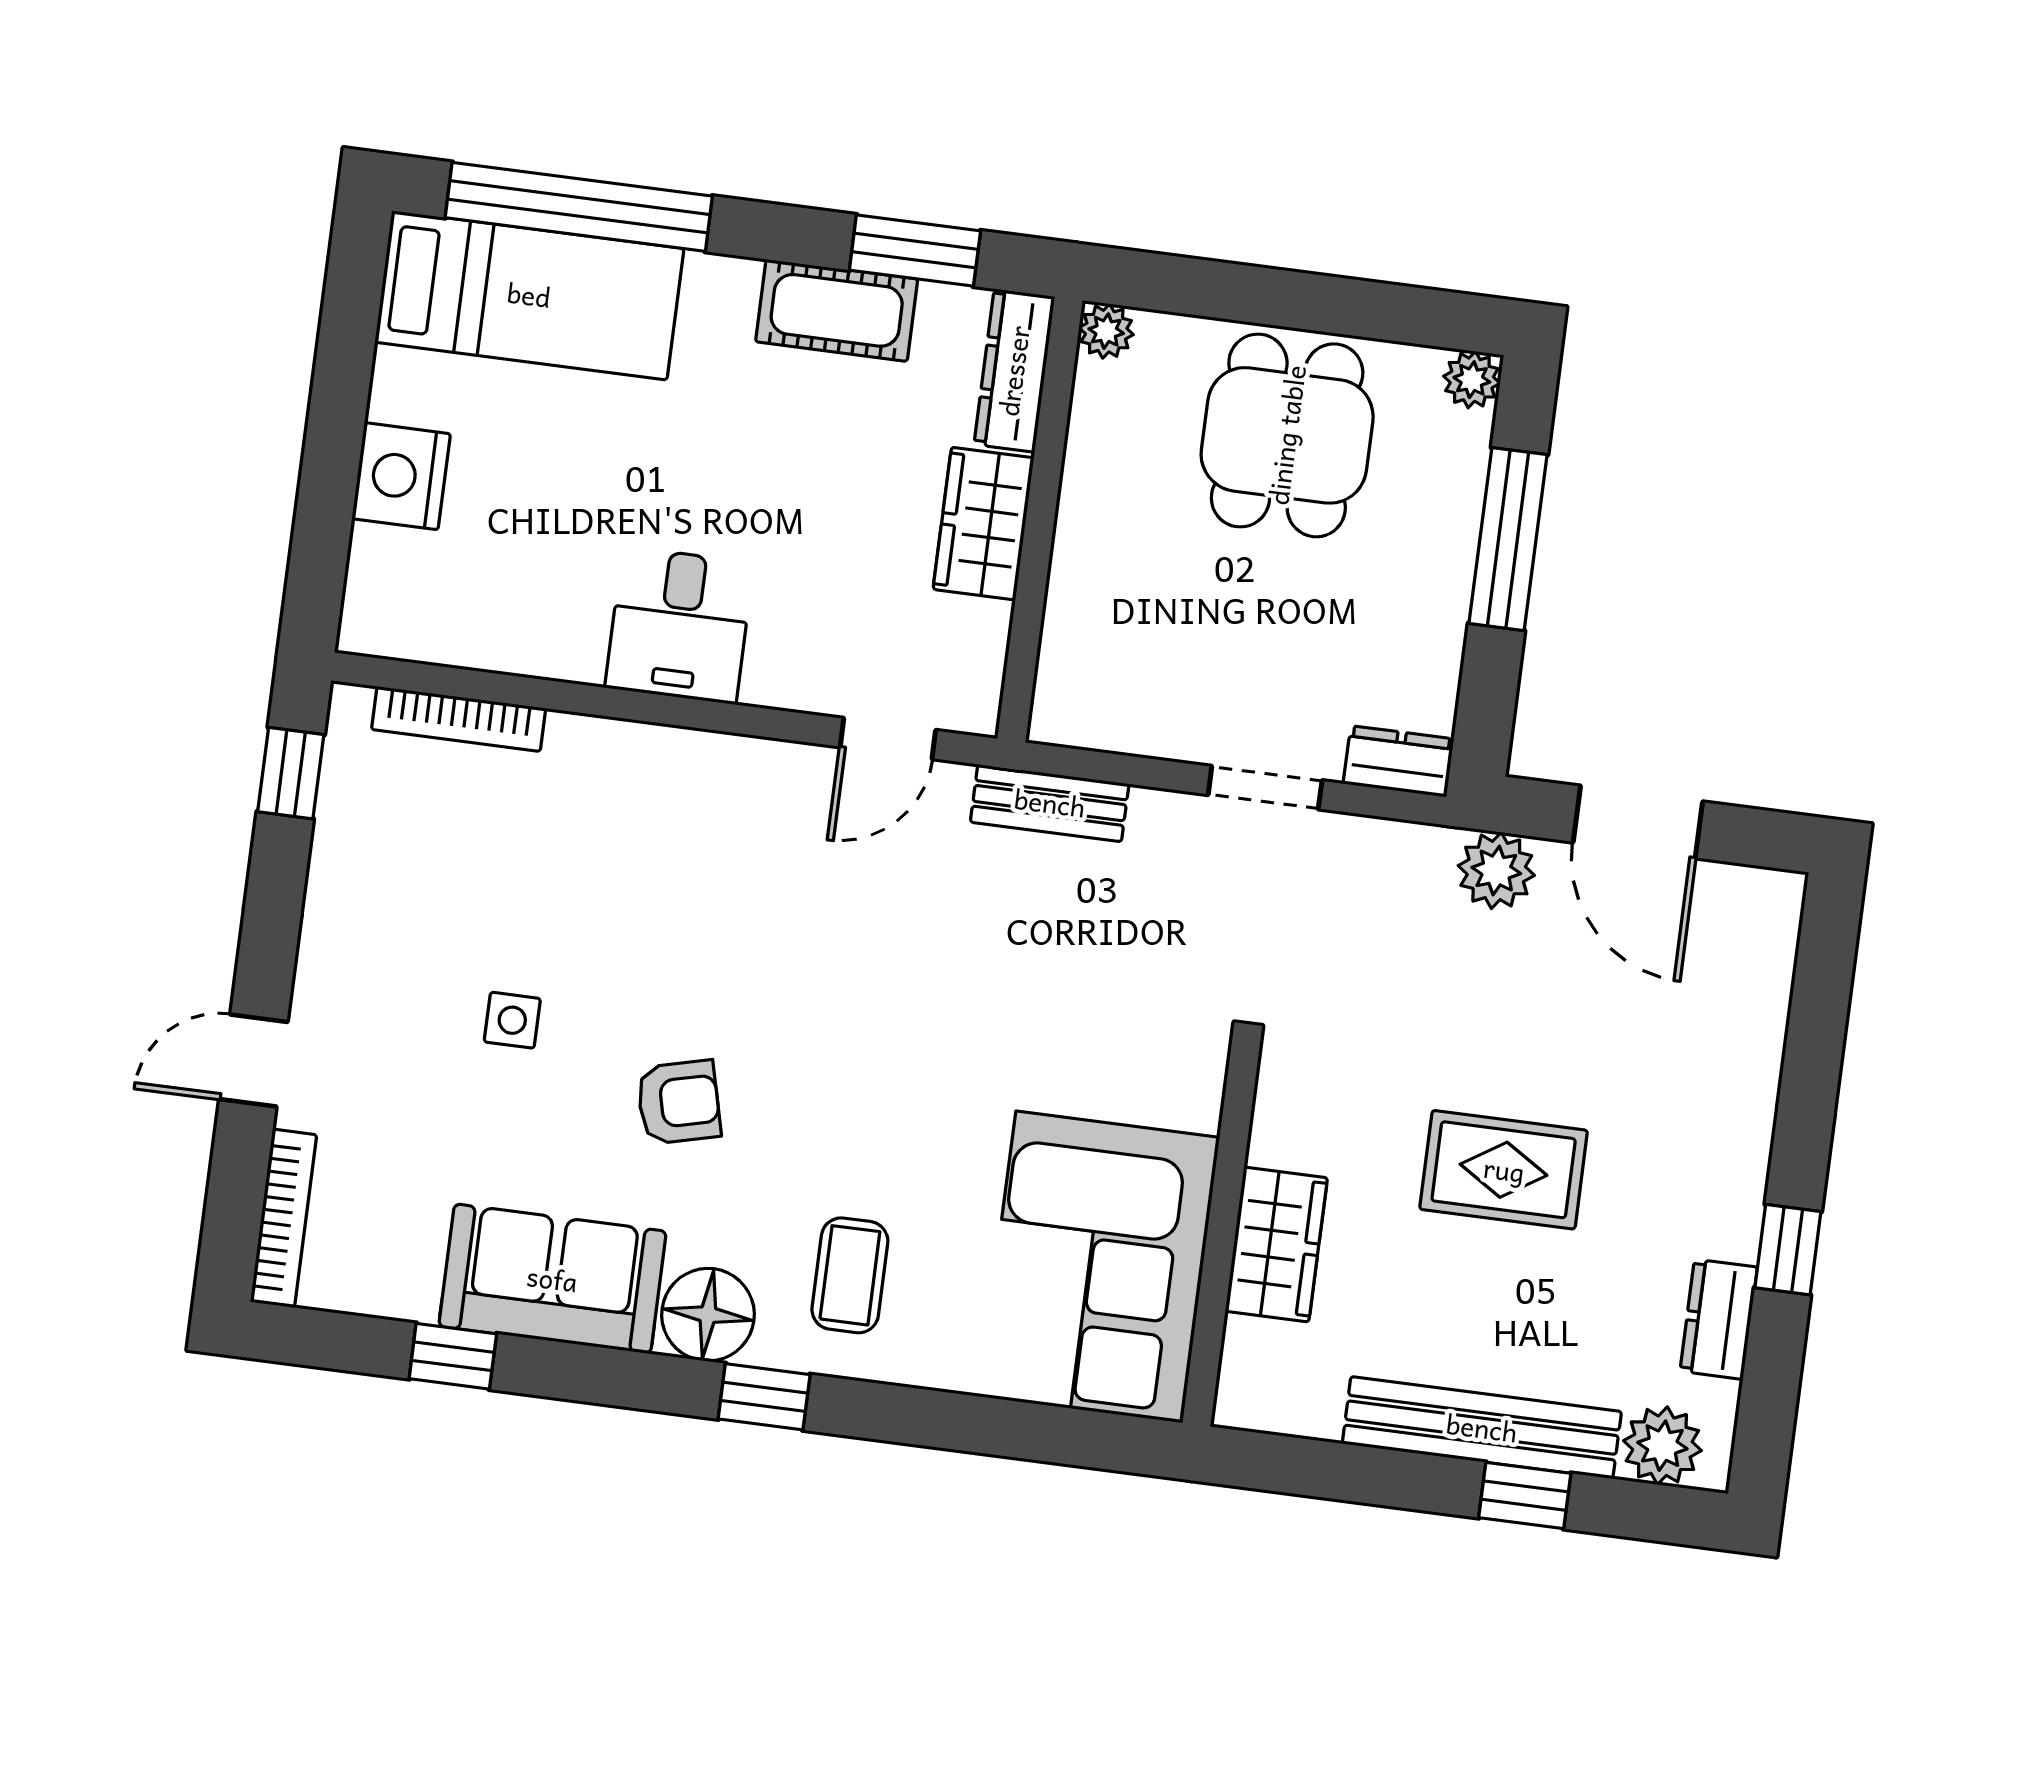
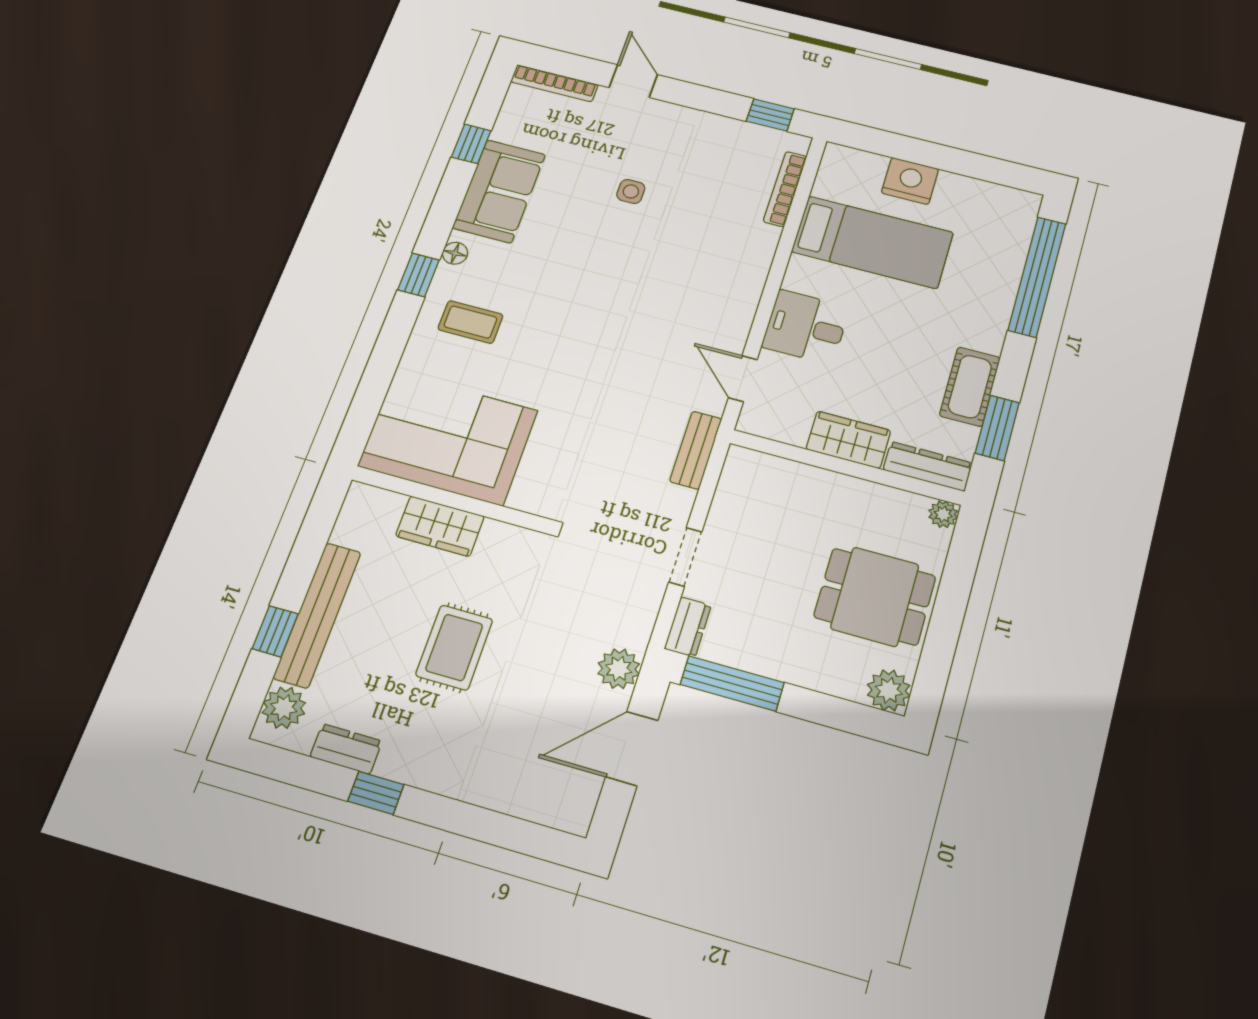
bed: (529, 295) -> (872, 242), moved, turned -90
plant: (1472, 380) -> (889, 690), width x1.38, depth x1.38
window: (1508, 539) -> (732, 684), moved
desk: (679, 625) -> (806, 327), moved
armchair: (679, 1102) -> (575, 258), removed
floor lamp: (708, 1315) -> (455, 253), width x0.53, depth x0.53

